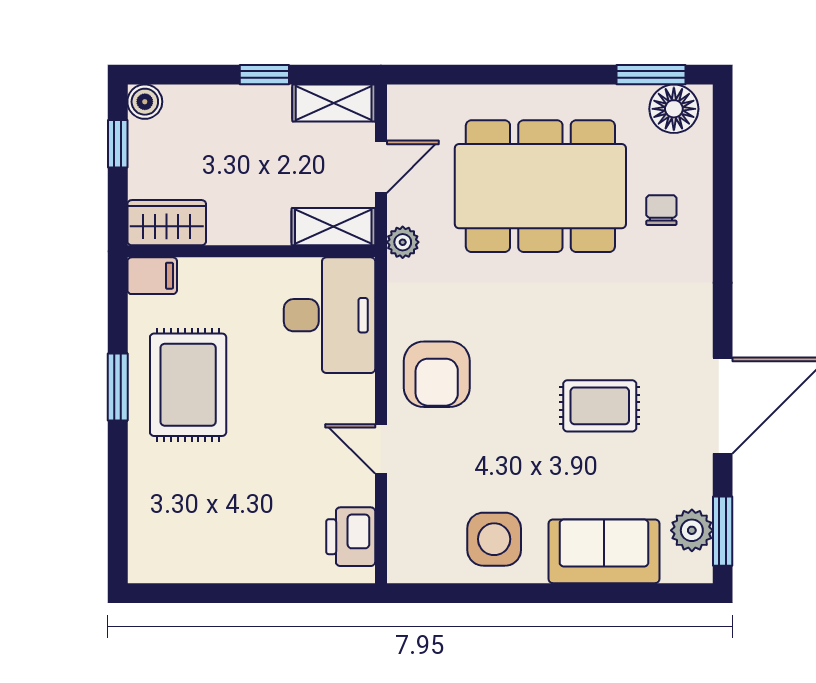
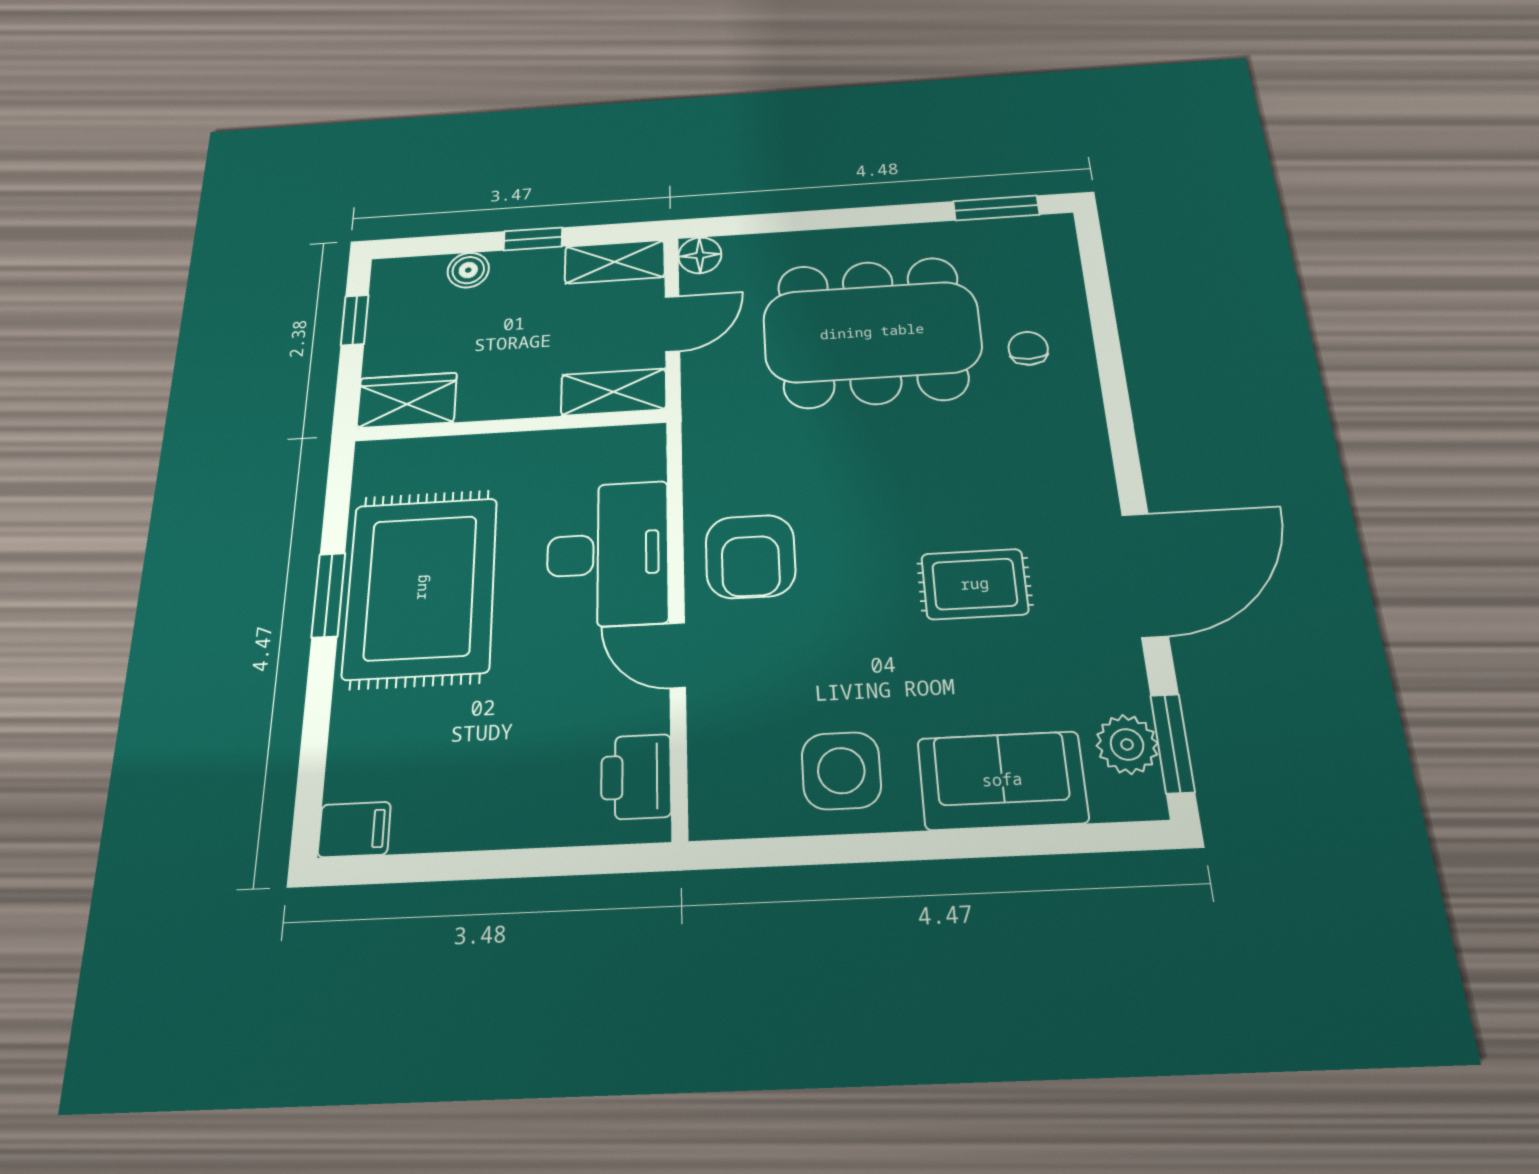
boiler: (145, 102) -> (468, 270), moved
floor lamp: (674, 109) -> (700, 255), moved, width x0.73, depth x0.73
plant: (403, 242) -> (701, 404), removed
filing cabinet: (152, 276) -> (354, 830), moved
desk: (329, 315) -> (608, 554), moved
rug: (188, 385) -> (421, 587), width x1.37, depth x1.44

